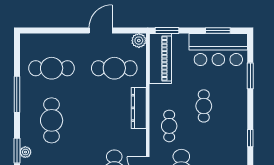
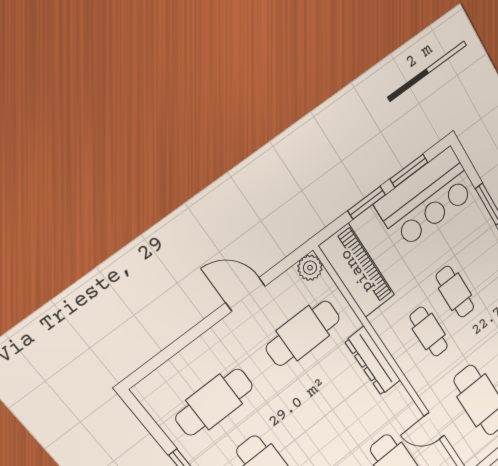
door: (101, 30) -> (246, 294), hinge flipped
window: (167, 30) -> (367, 203), moved
cafe table: (169, 126) -> (429, 332), moved

